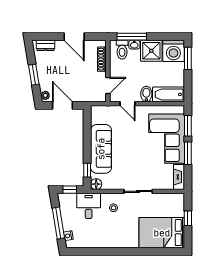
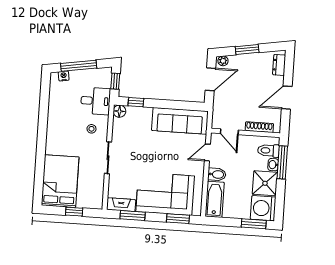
sofa: (101, 149) -> (180, 121), moved
window: (188, 153) -> (133, 216), moved

